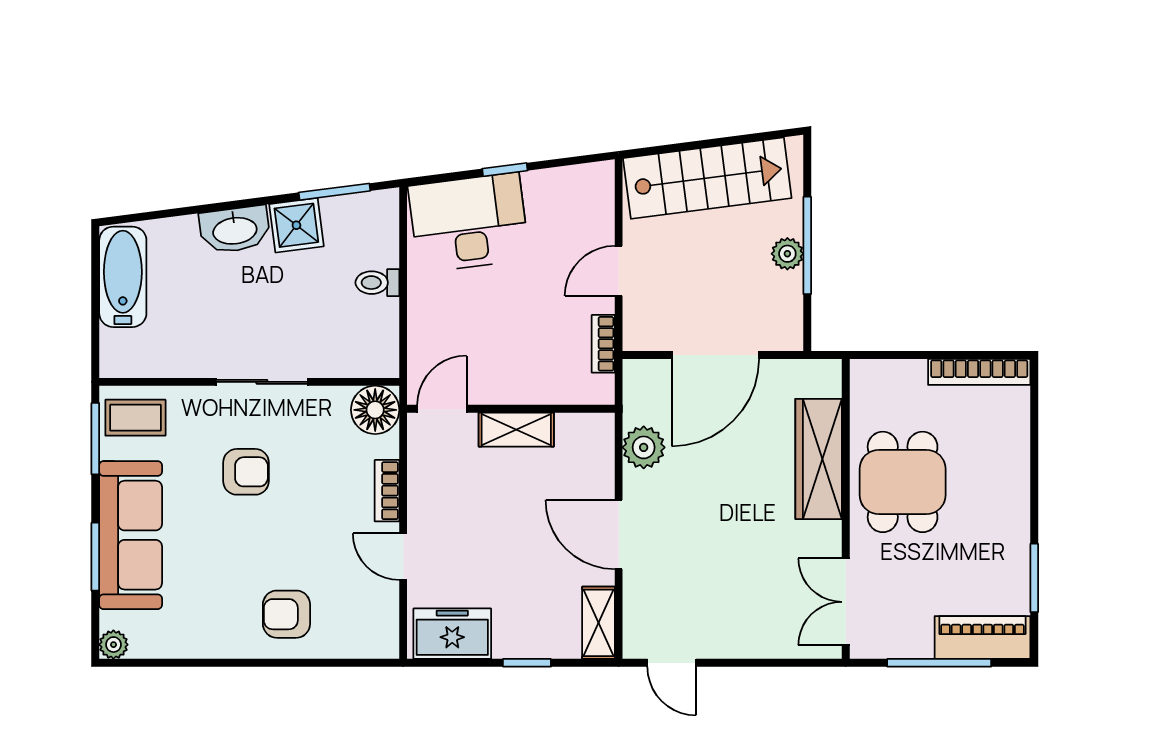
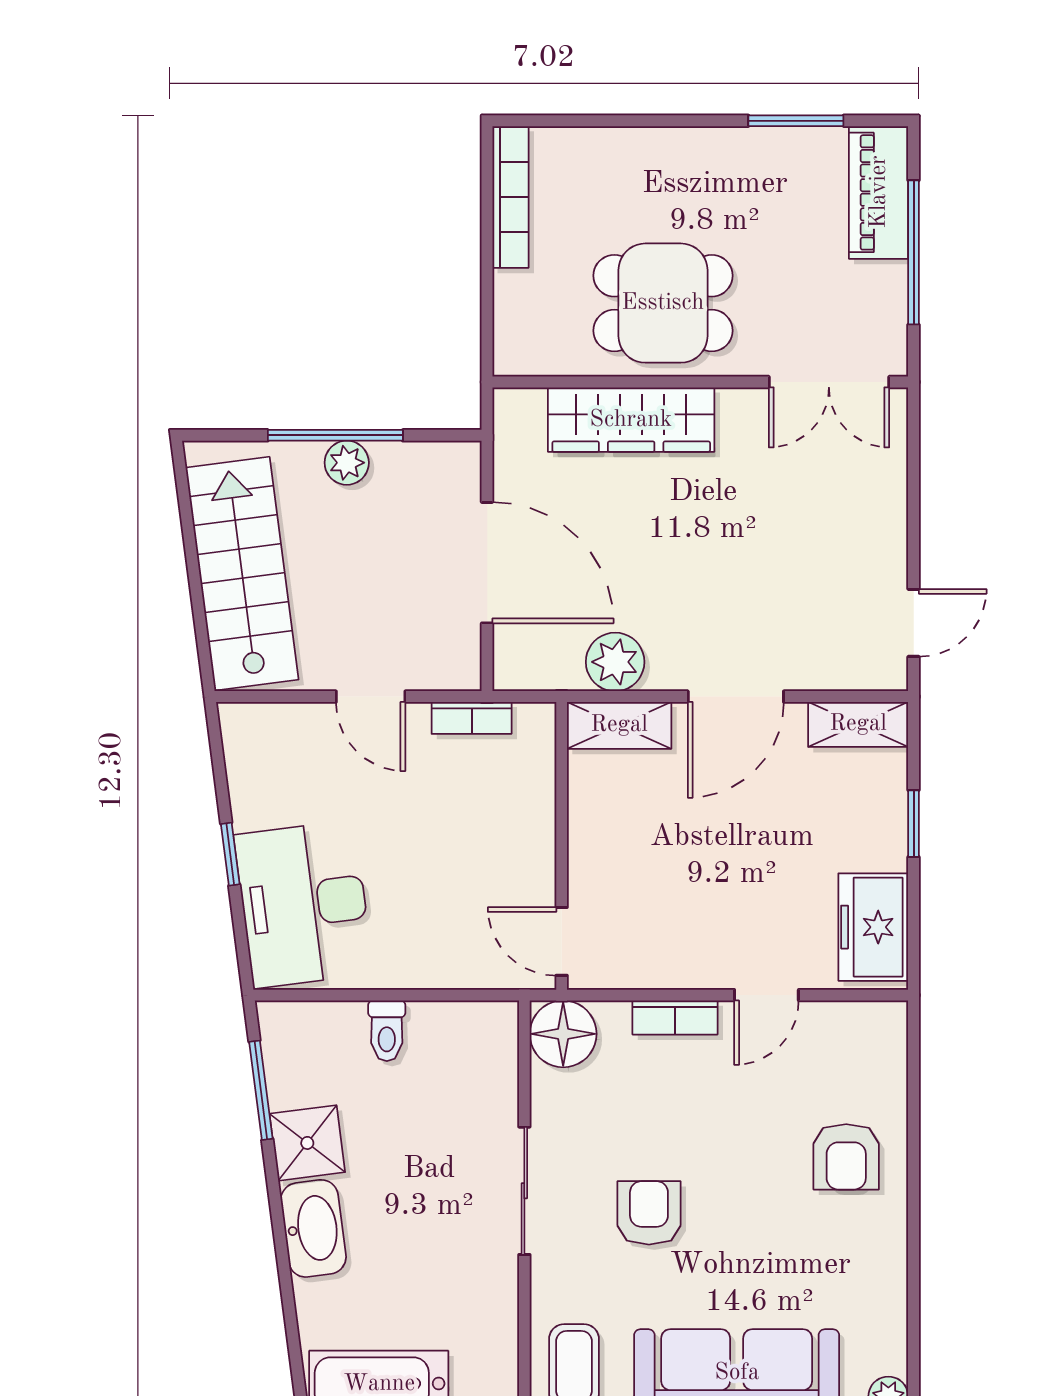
shelving: (516, 430) -> (619, 725), moved, turned 90

